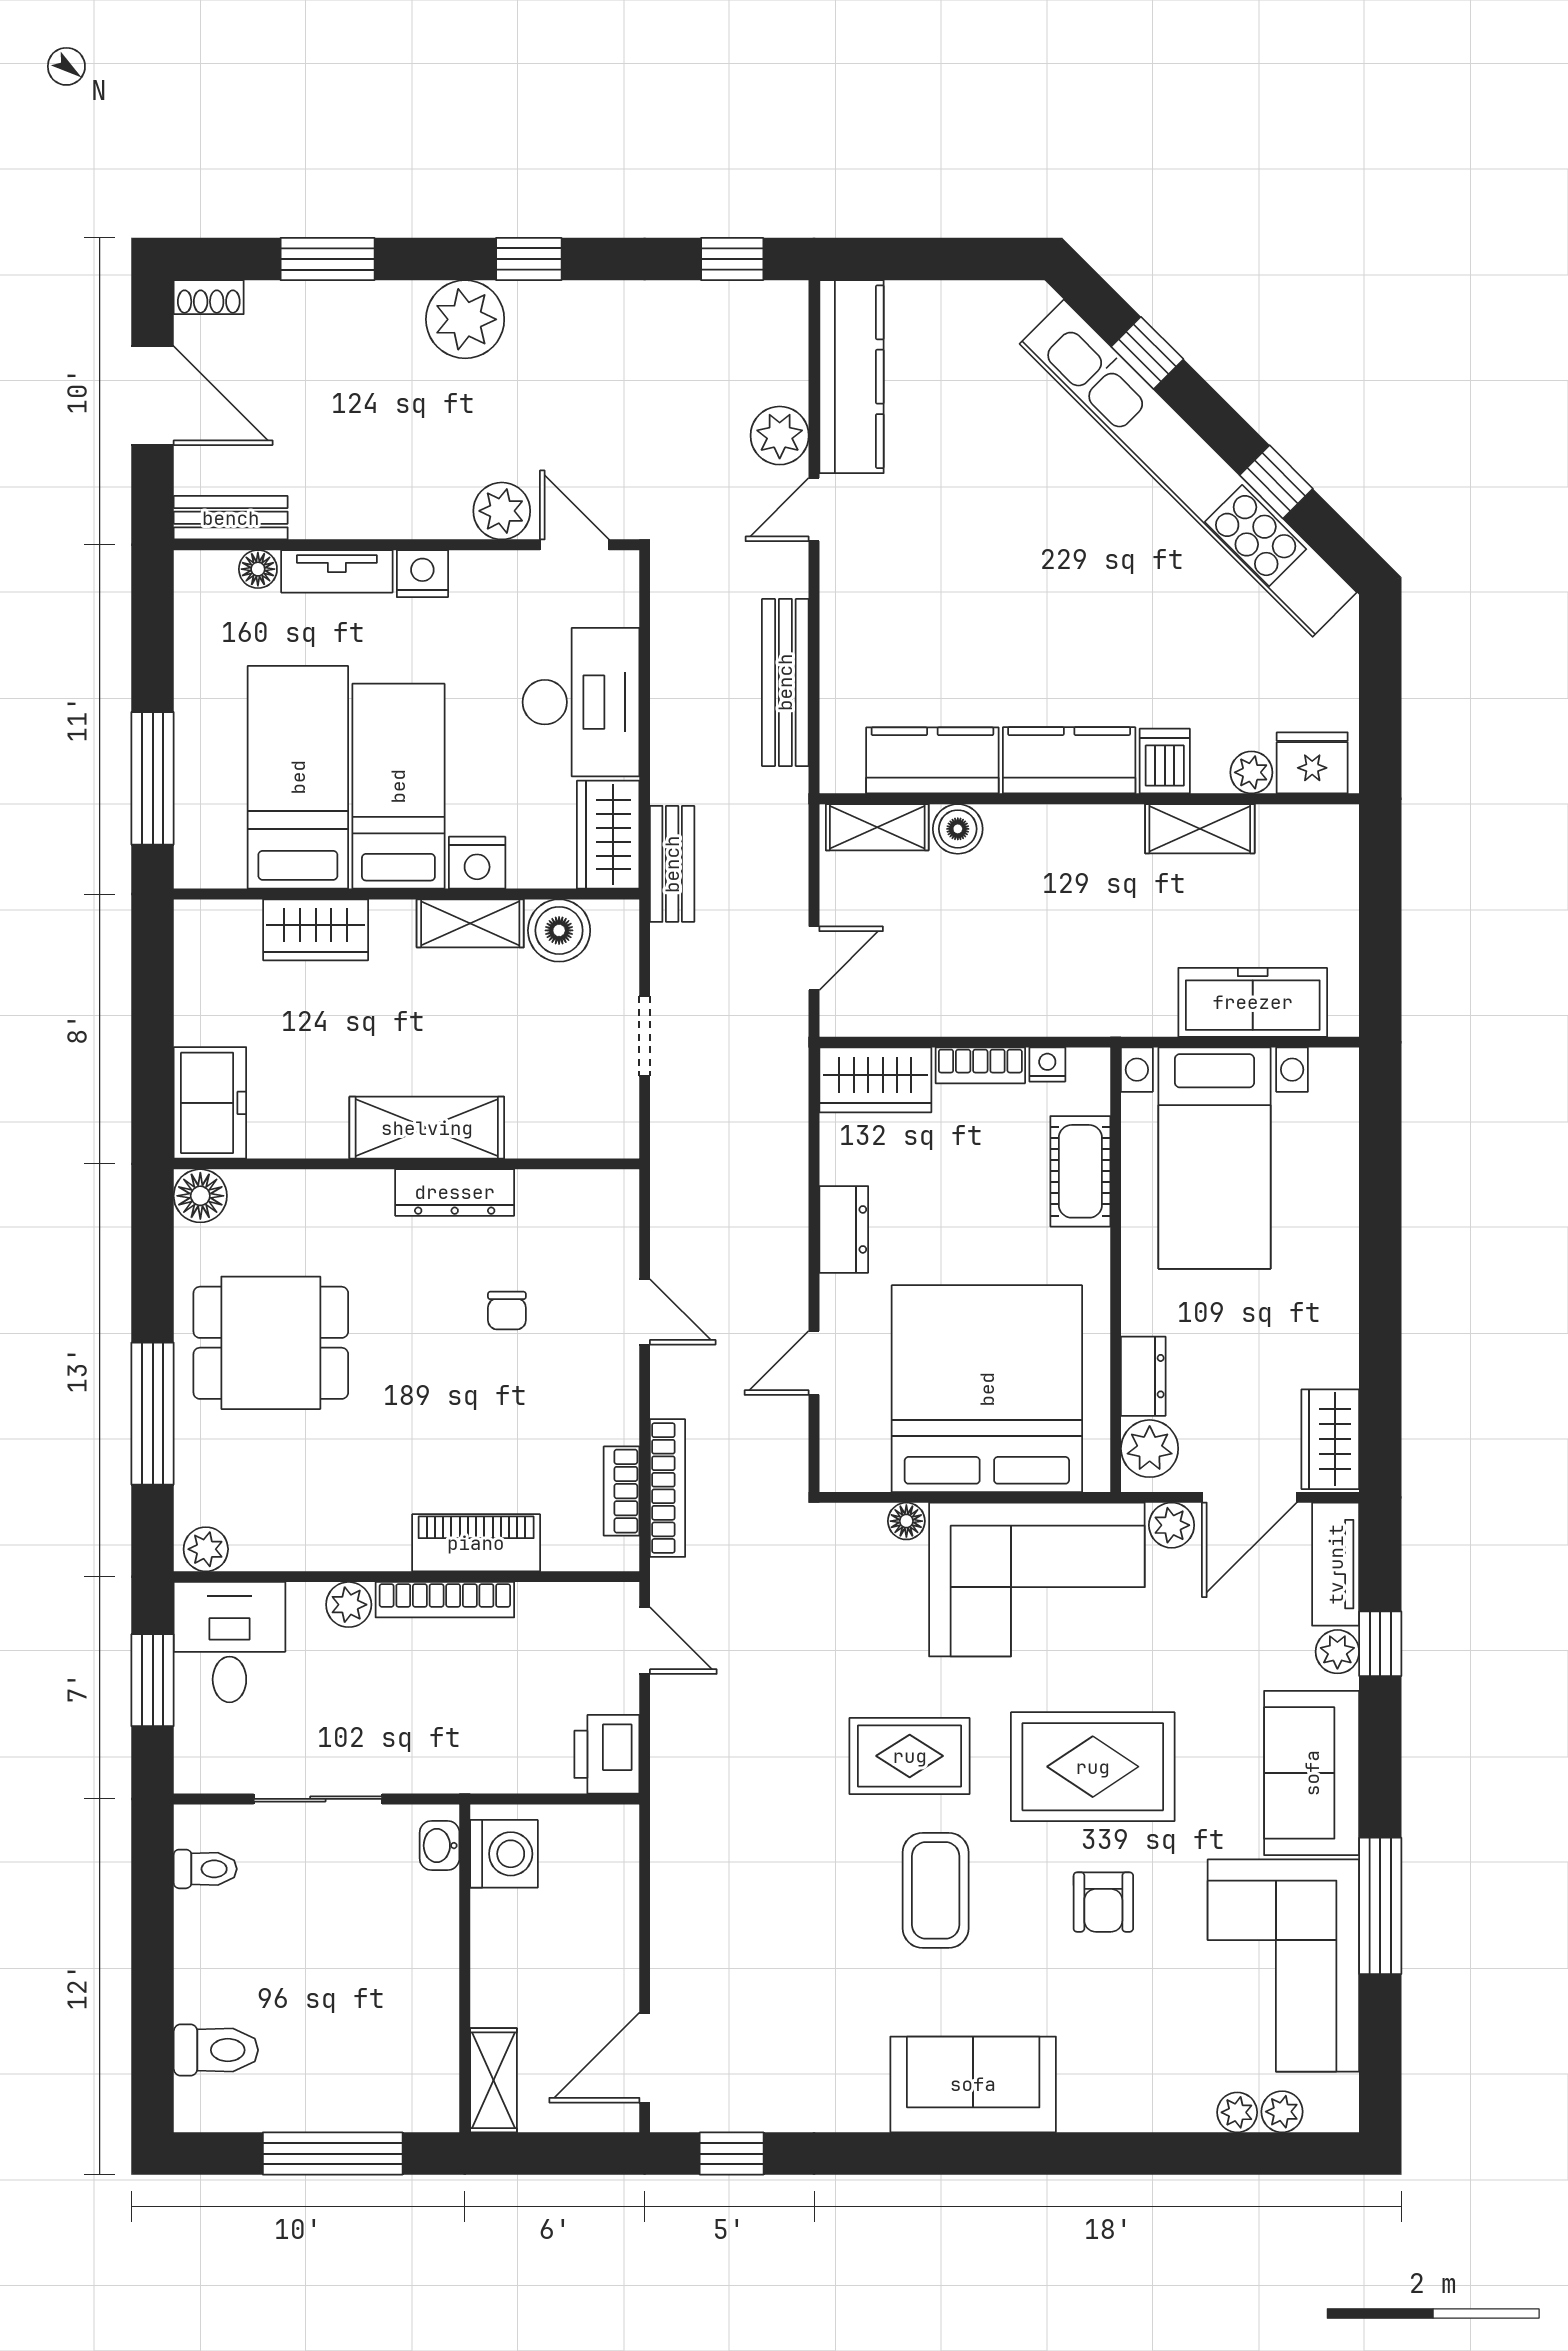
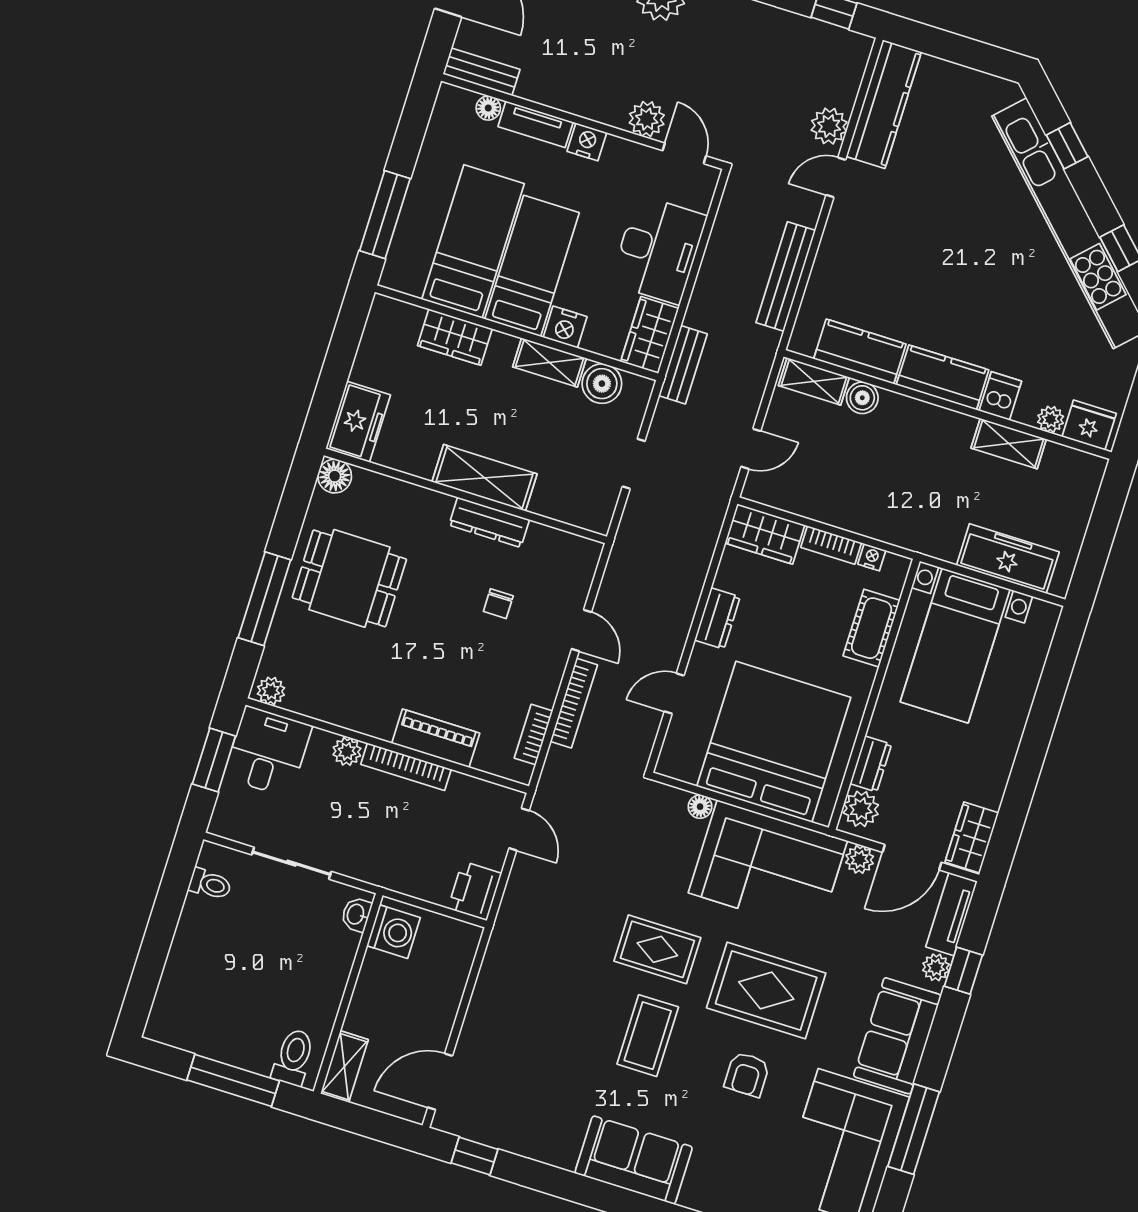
bookcase: (668, 1488) -> (574, 703), moved
toilet: (216, 2050) -> (293, 1057), moved, turned -90

